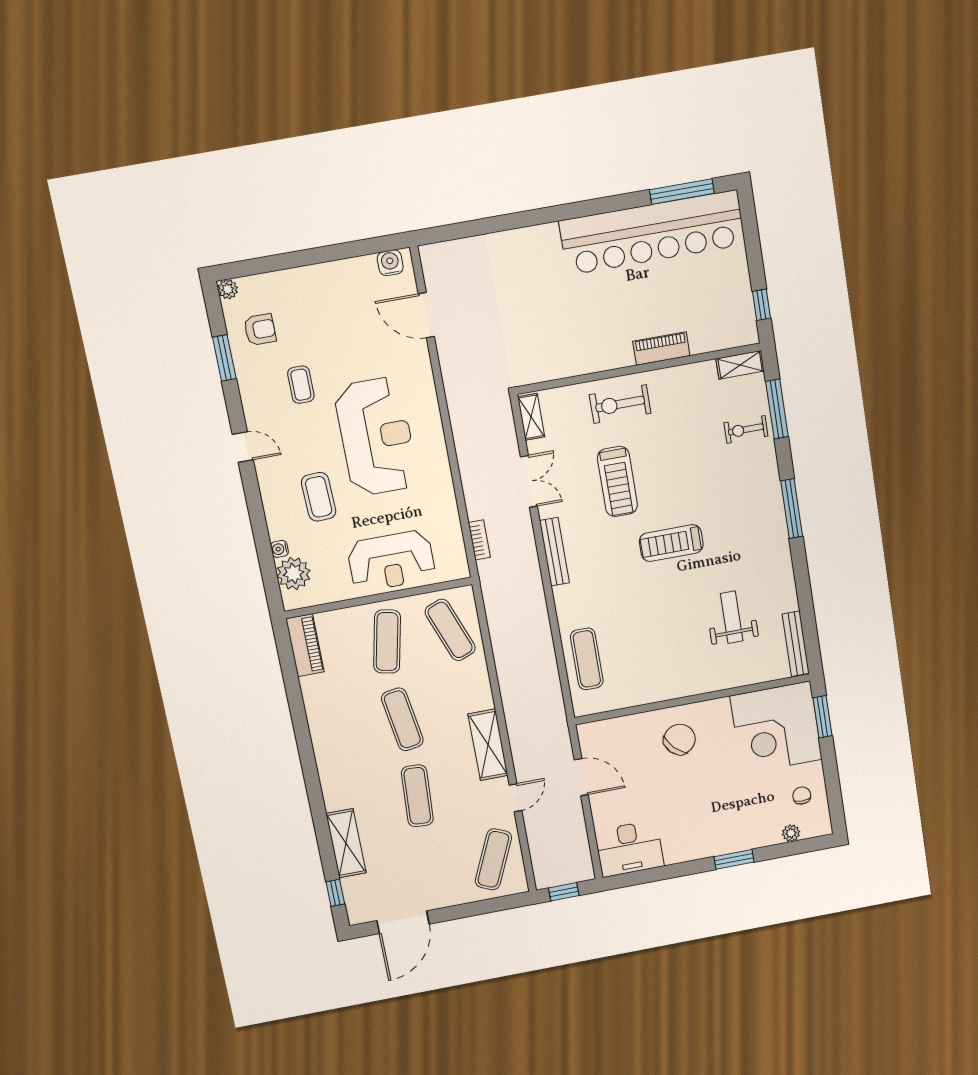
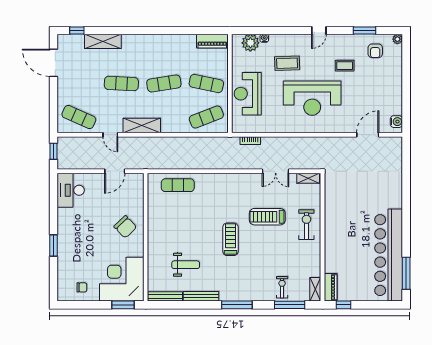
piano: (661, 349) -> (331, 287), moved
bench: (554, 552) -> (201, 296), moved
plant: (791, 833) -> (62, 278), removed

